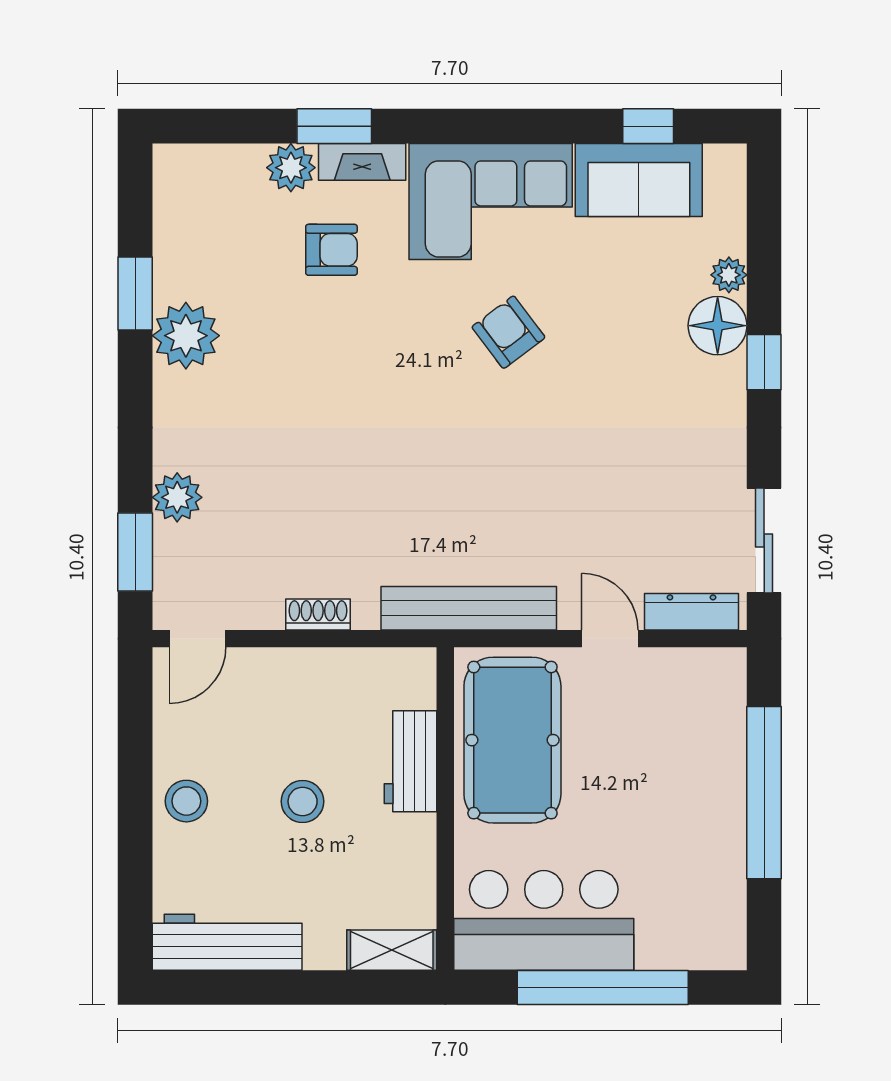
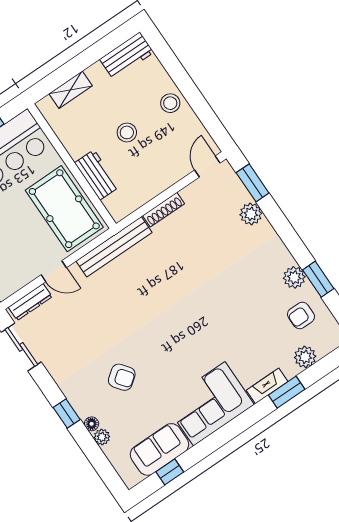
plant: (291, 168) -> (305, 357), moved
armchair: (331, 250) -> (301, 315), moved
floor lamp: (718, 326) -> (92, 424), width x0.53, depth x0.53
armchair: (508, 332) -> (122, 377), moved
plant: (186, 336) -> (294, 277), width x0.73, depth x0.73
shoe rack: (318, 614) -> (163, 210), width x1.43
workbench: (227, 942) -> (127, 56), width x0.73
shelving: (392, 950) -> (71, 90), moved

